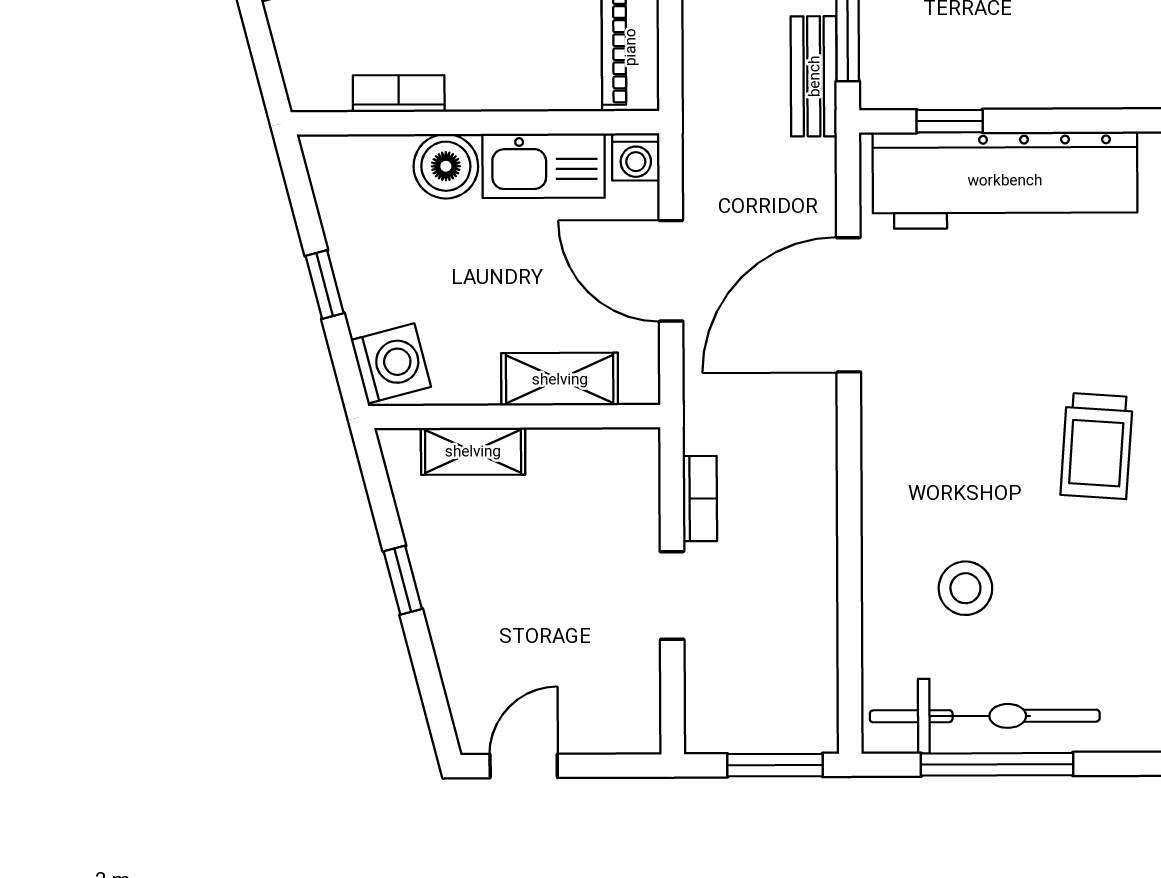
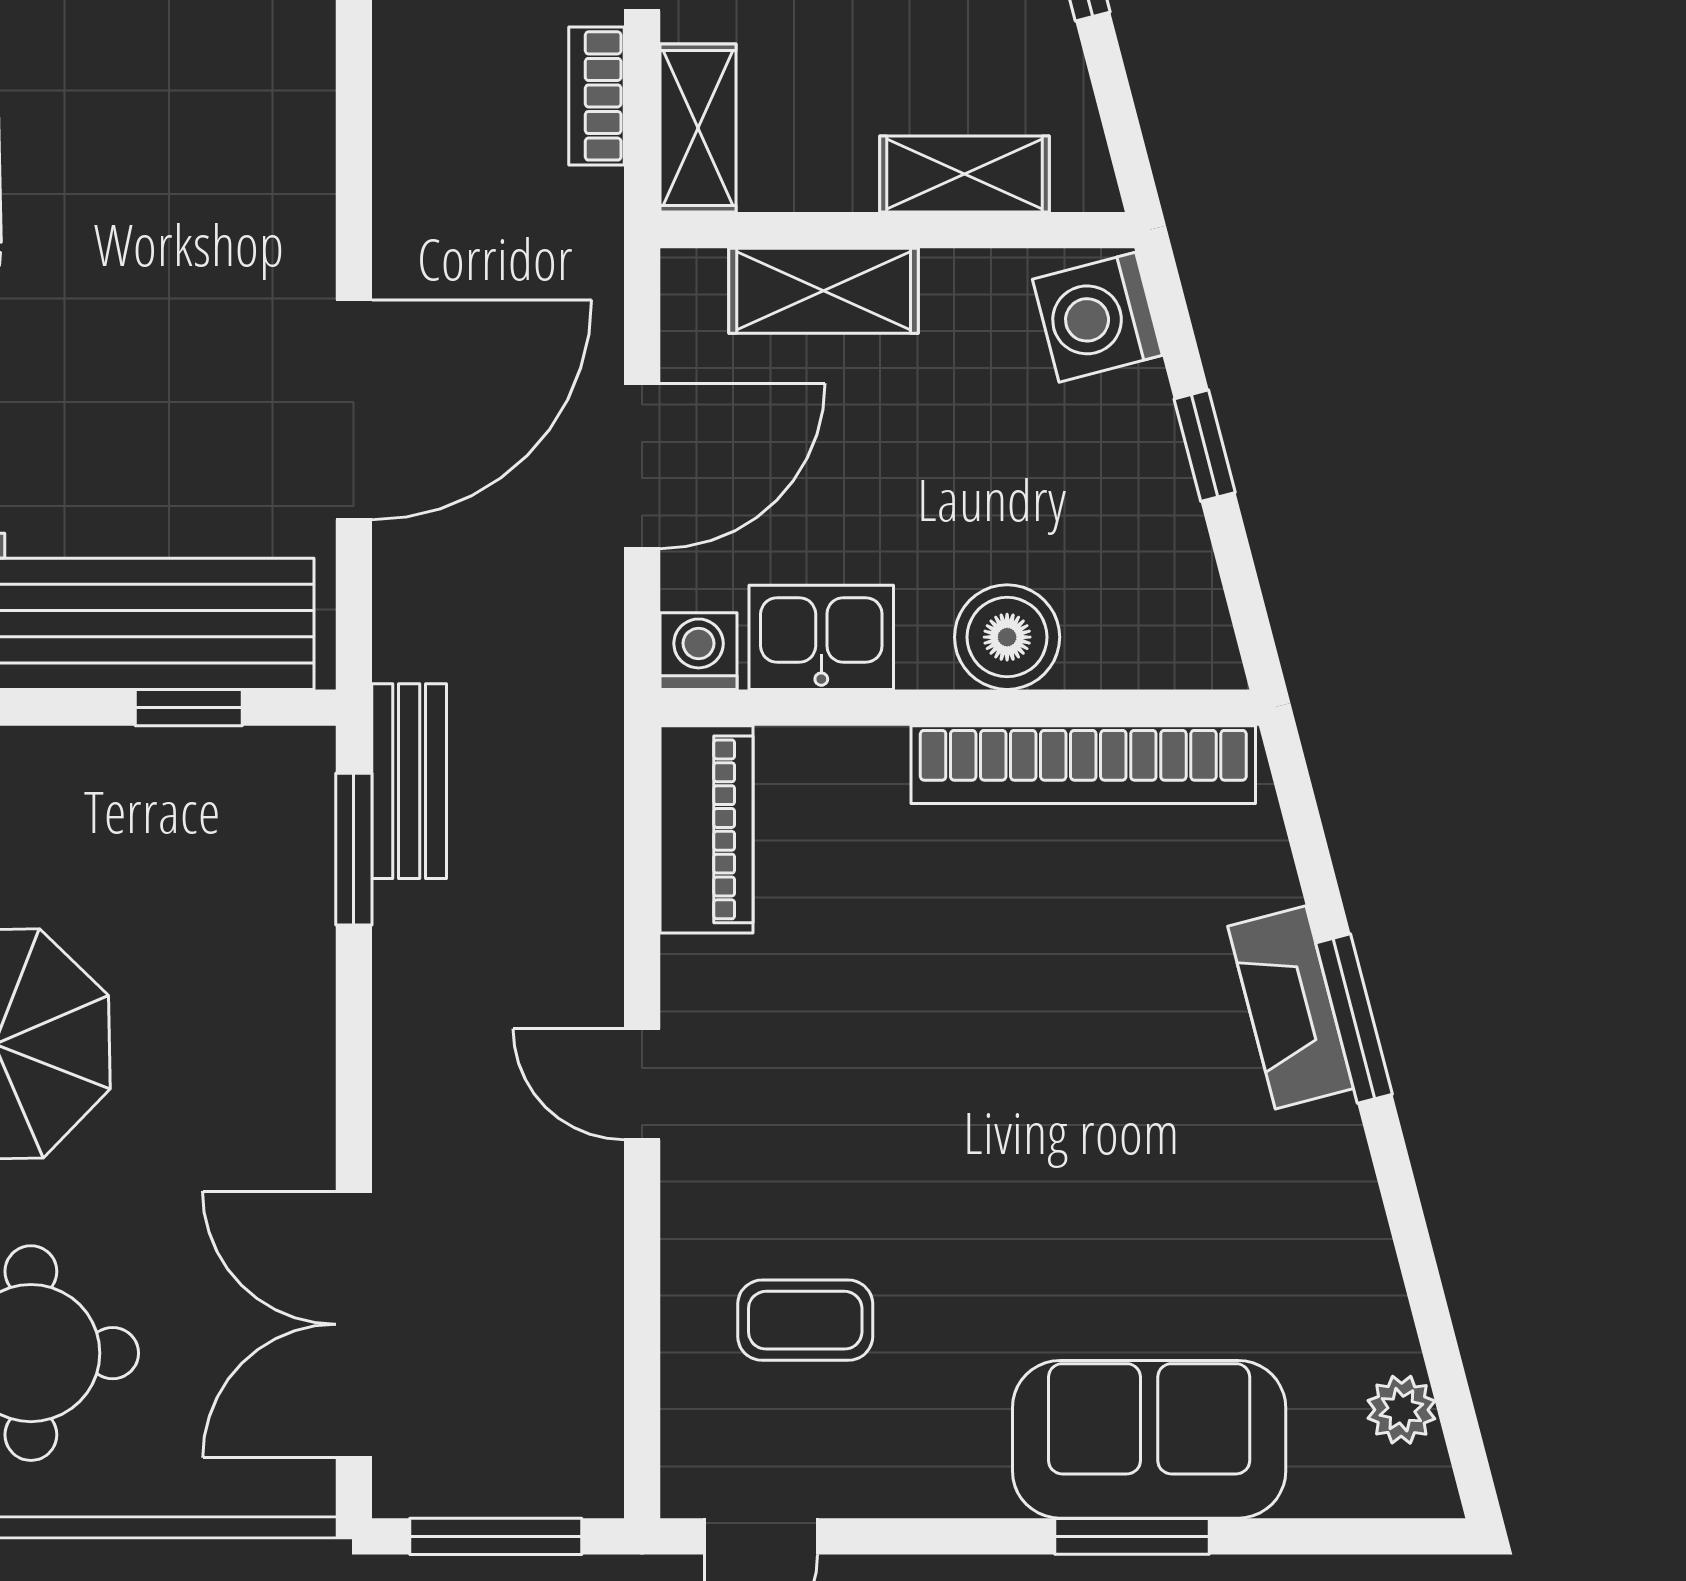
bookcase: (399, 94) -> (1083, 765), width x2.31, depth x1.31
kitchen sink: (544, 166) -> (821, 637), width x0.73
door: (671, 271) -> (642, 466), hinge flipped
shelving: (637, 479) -> (698, 128), added

